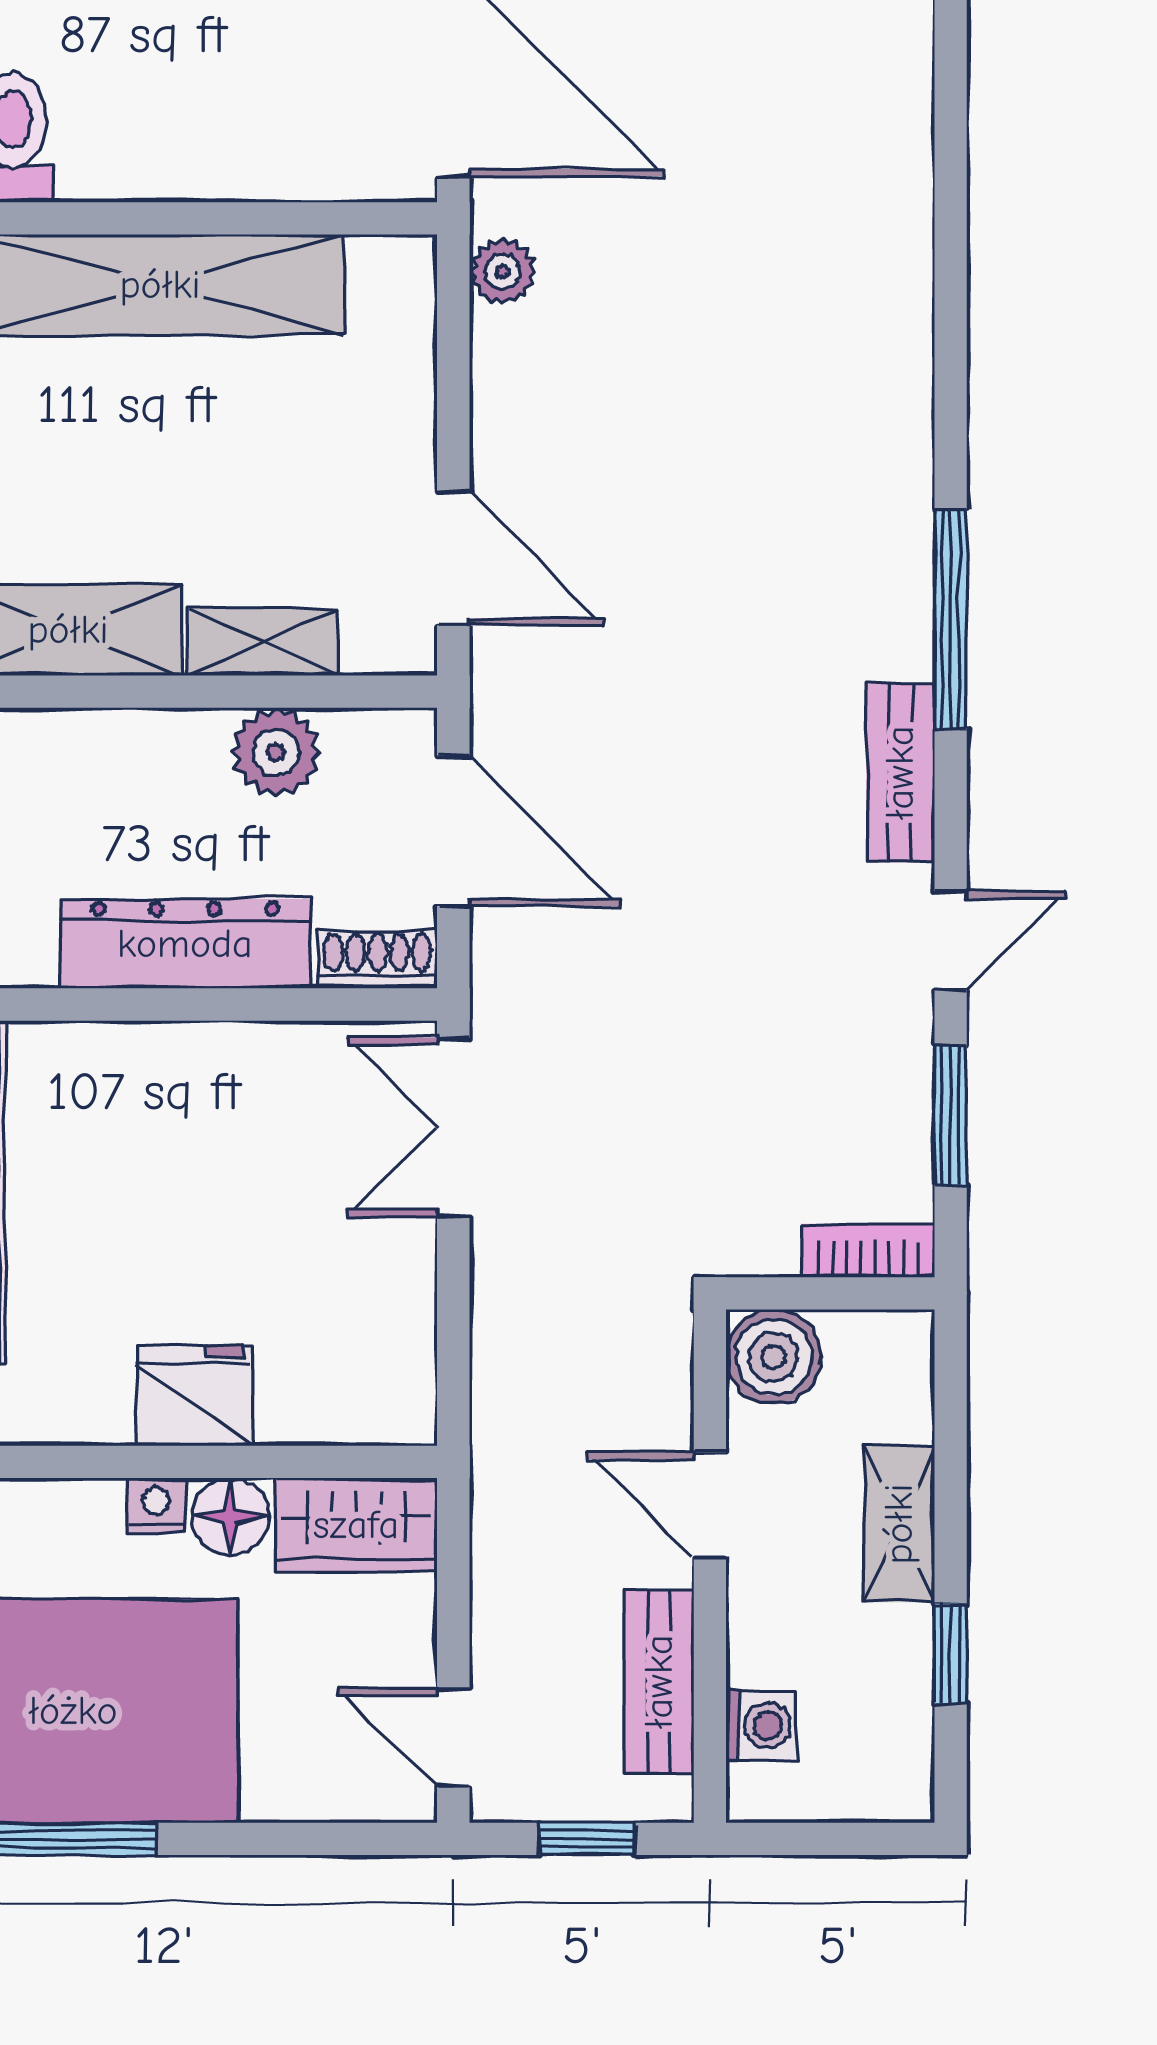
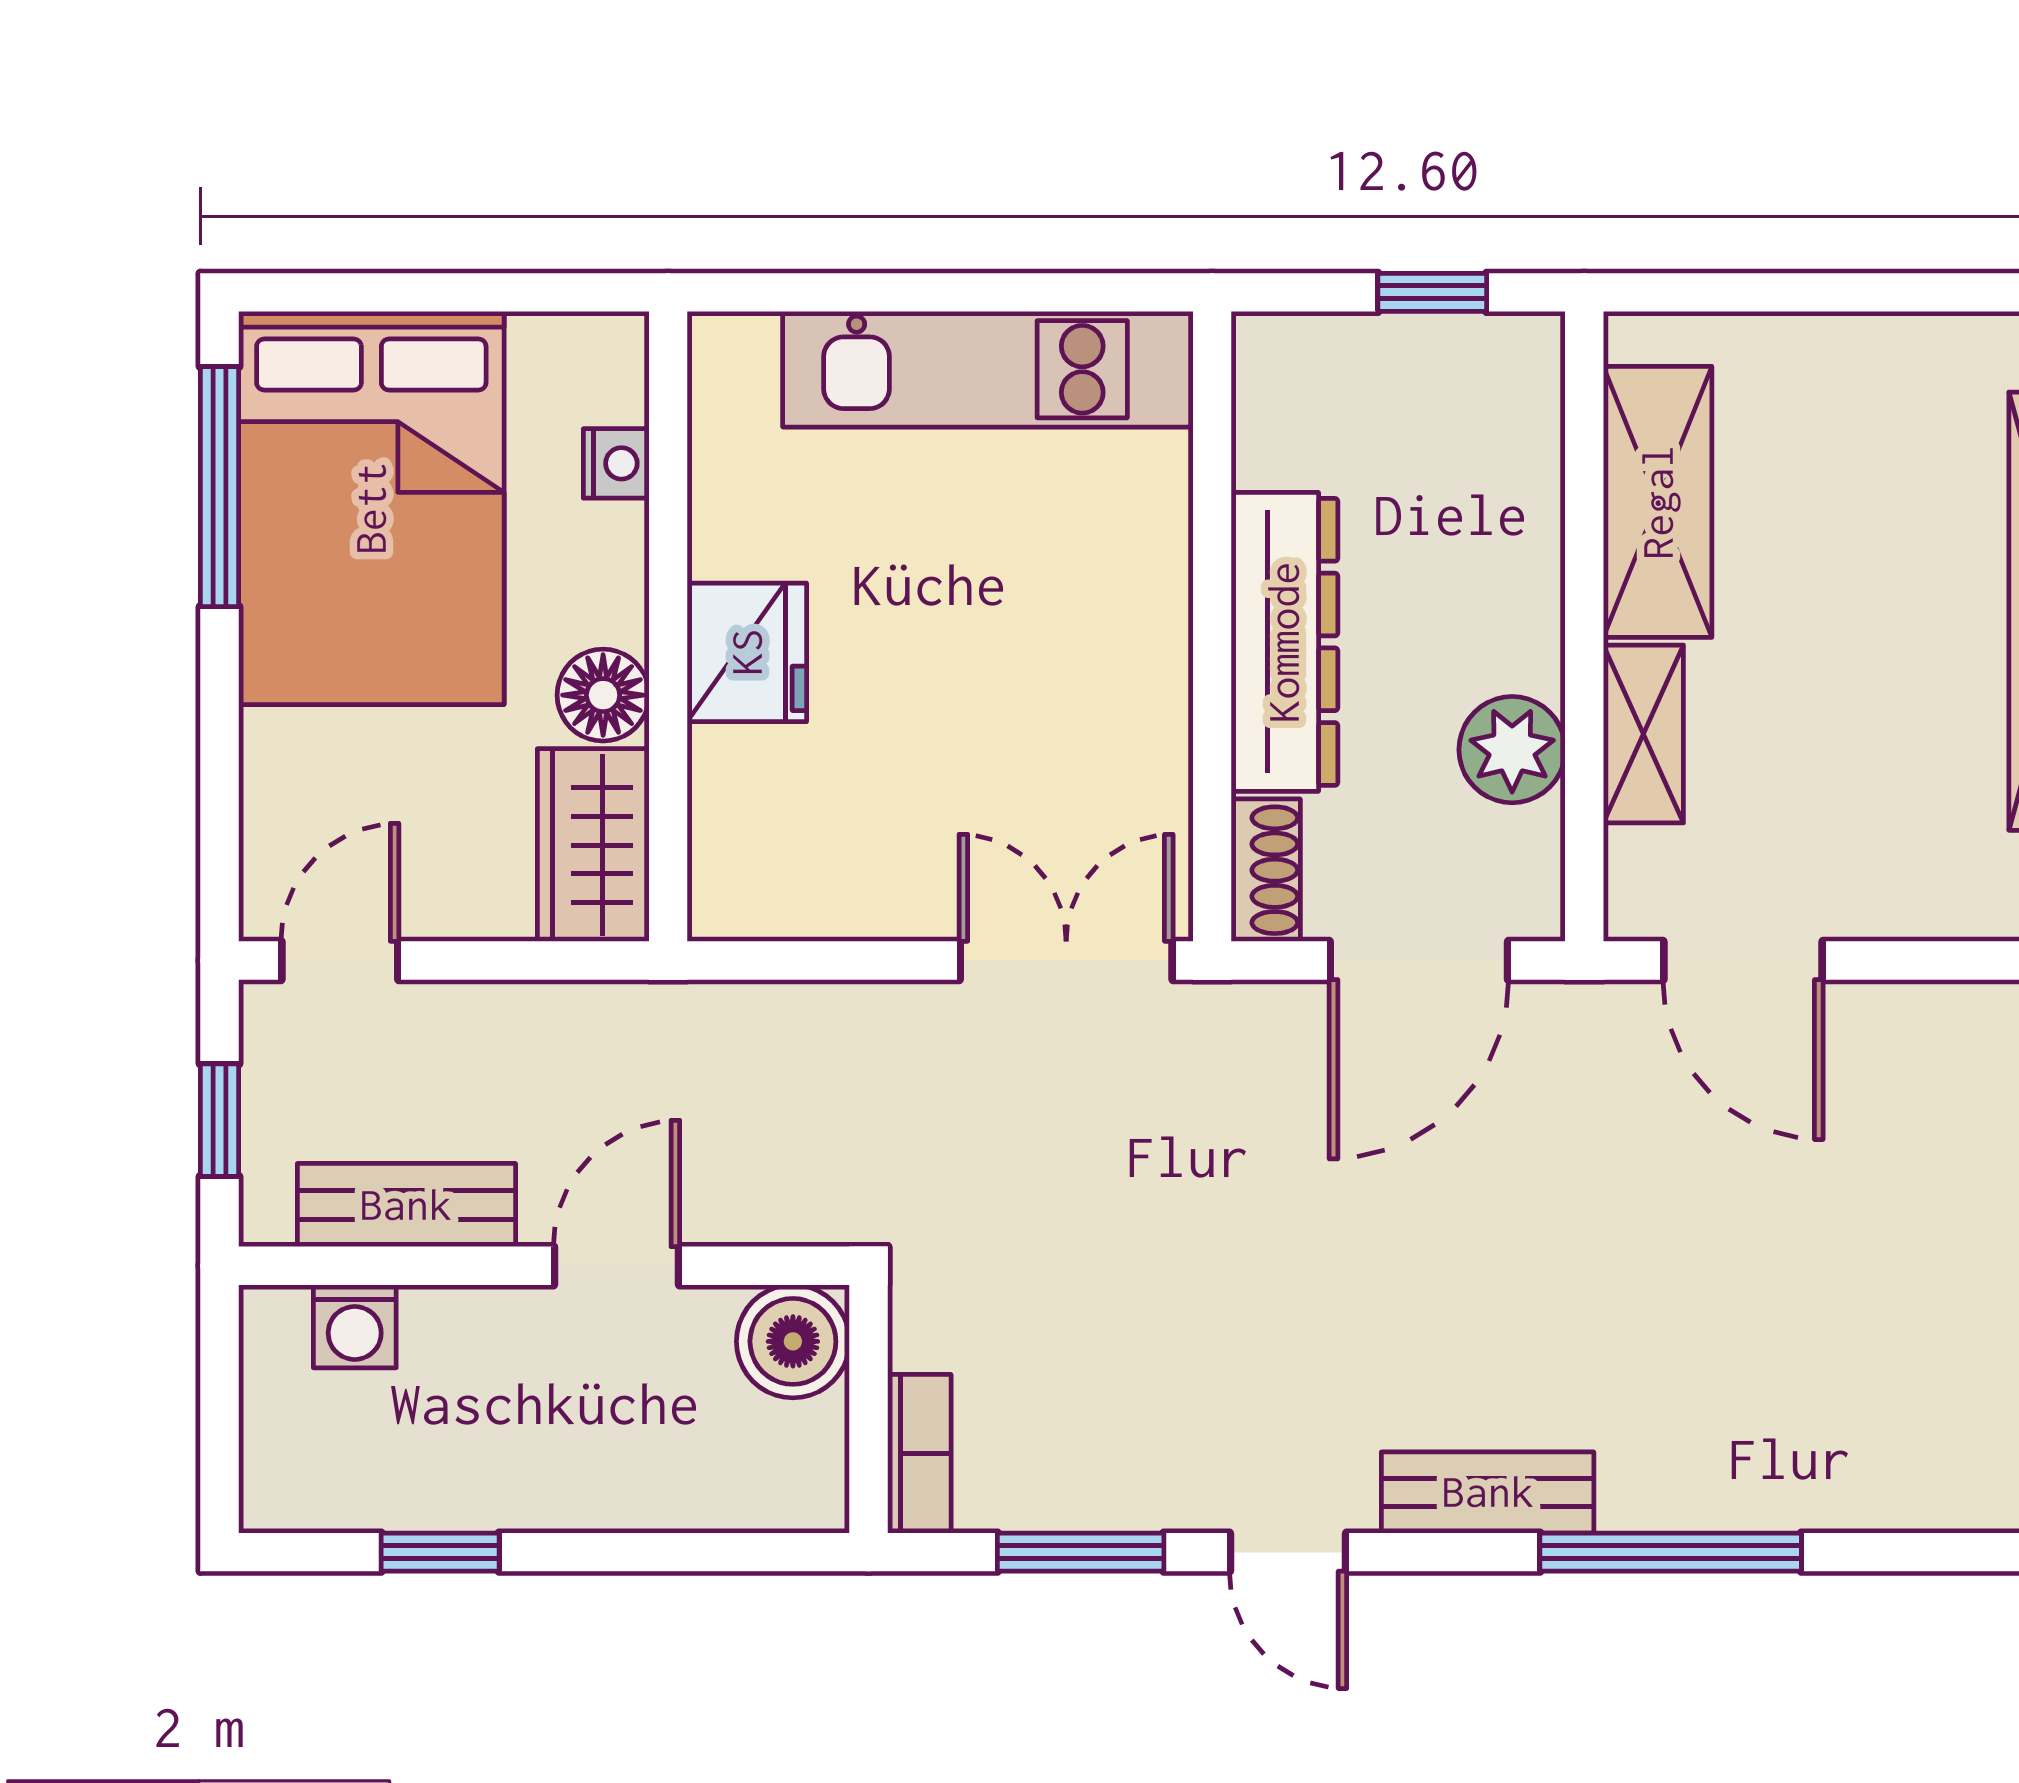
door: (453, 558) -> (1743, 960), hinge flipped
nightstand: (156, 1505) -> (616, 463), moved
shelving: (899, 1524) -> (594, 1491), removed

